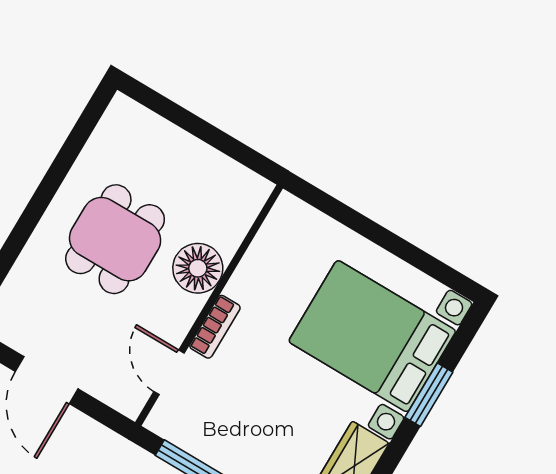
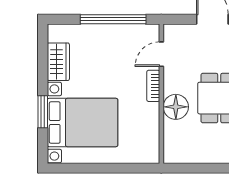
door: (169, 372) -> (161, 54), swing flipped

